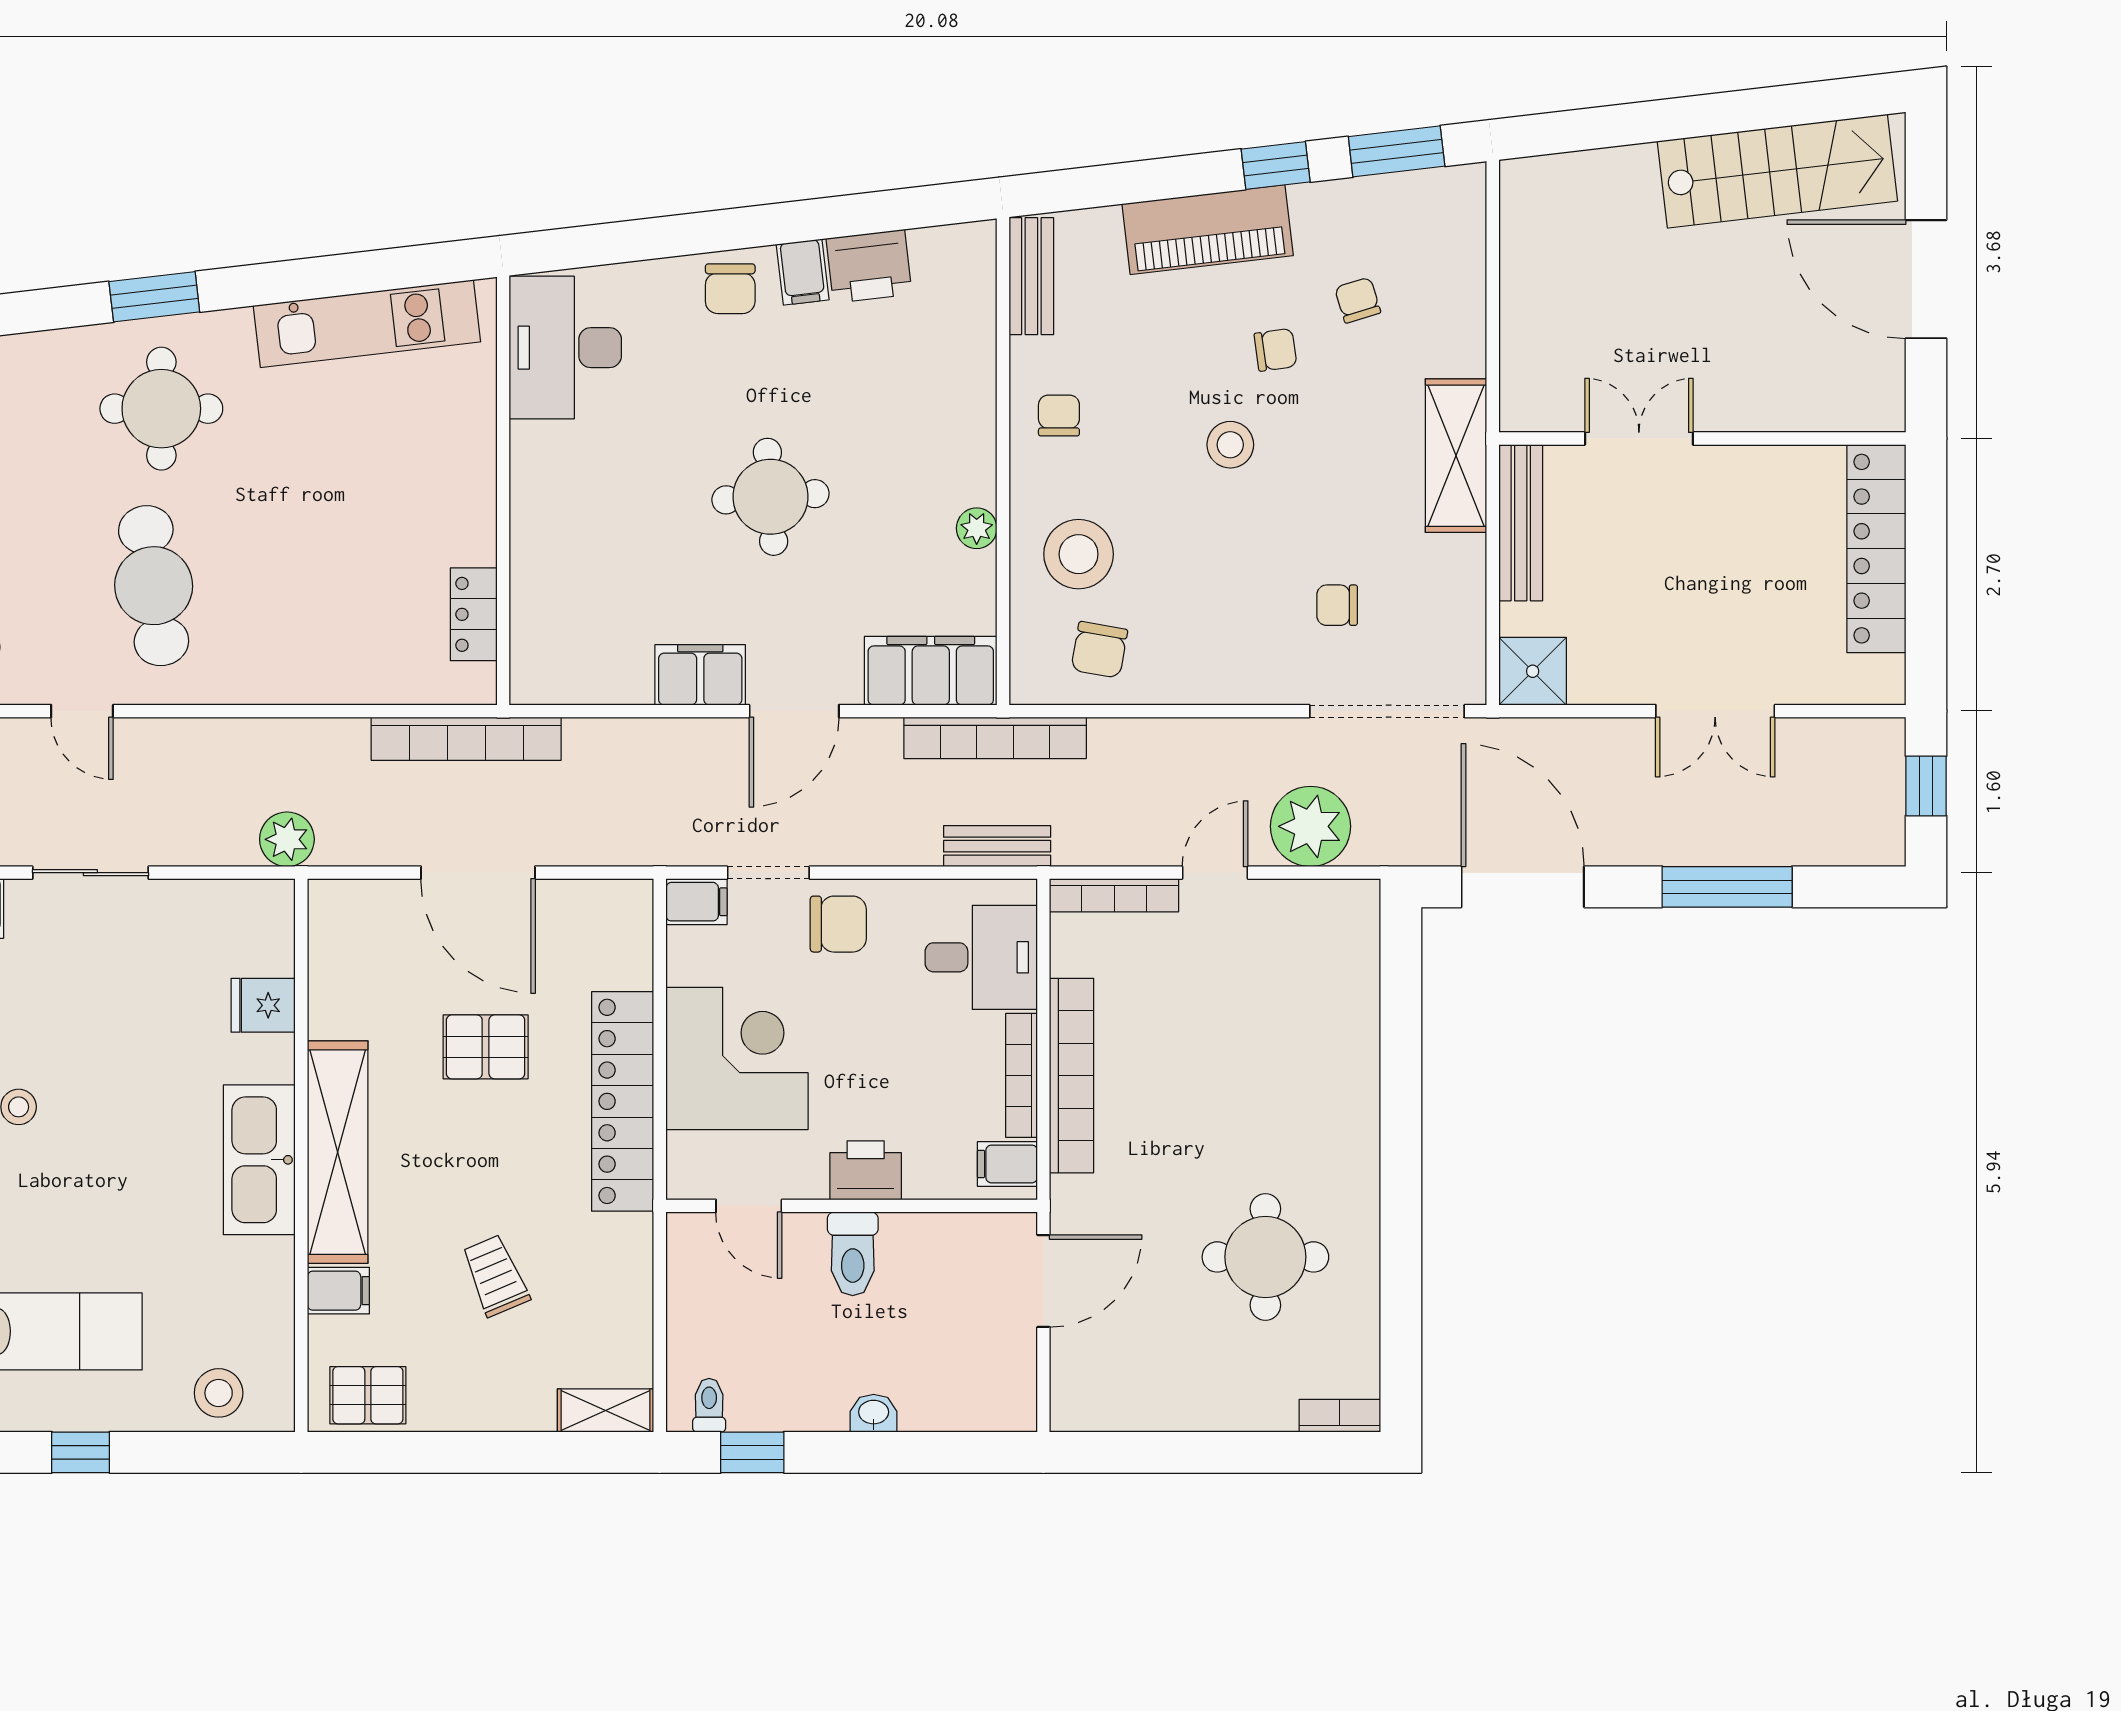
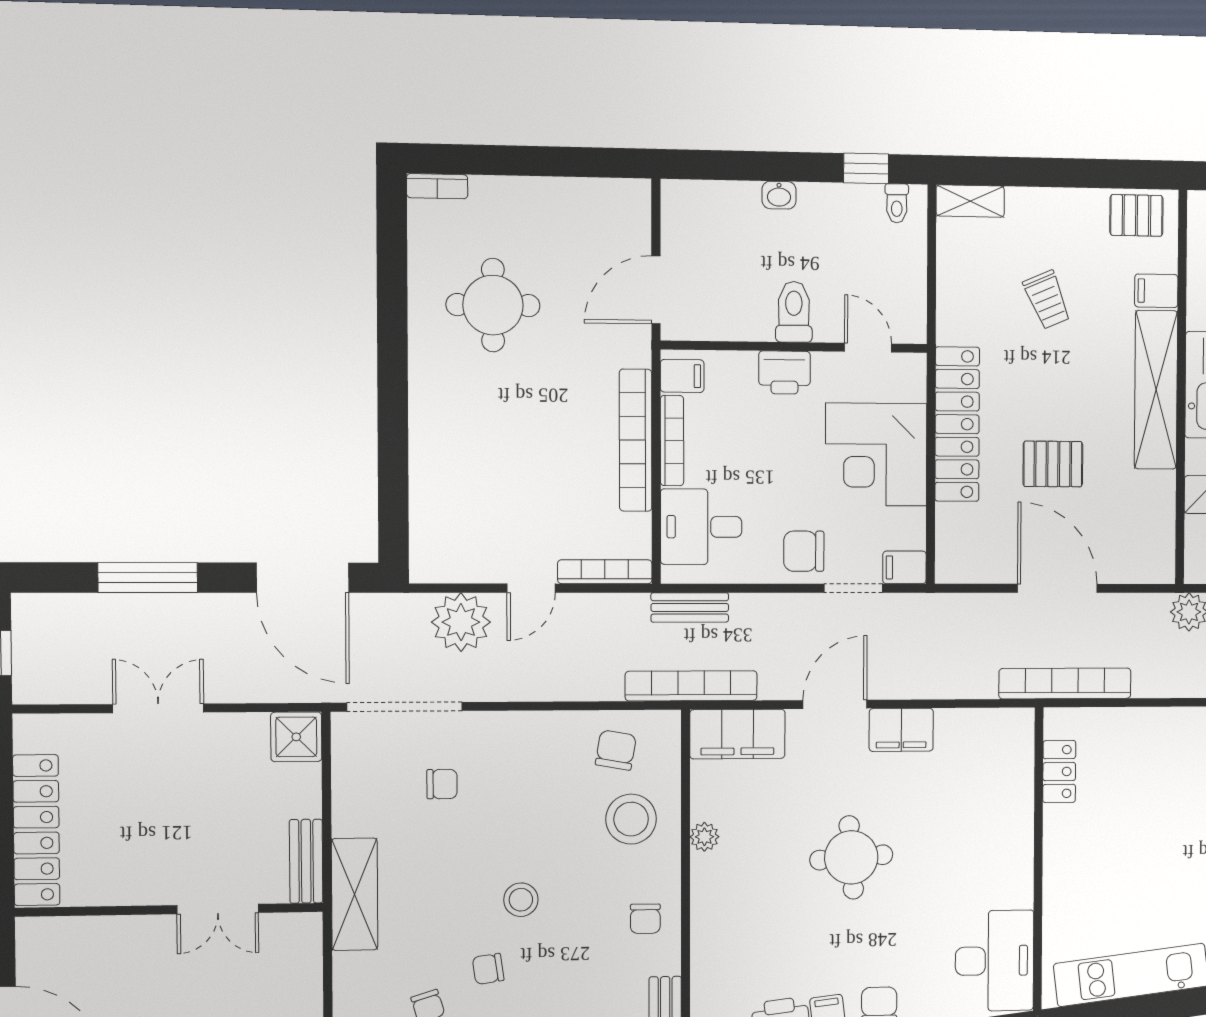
bench: (1521, 523) -> (306, 861), width x0.73

